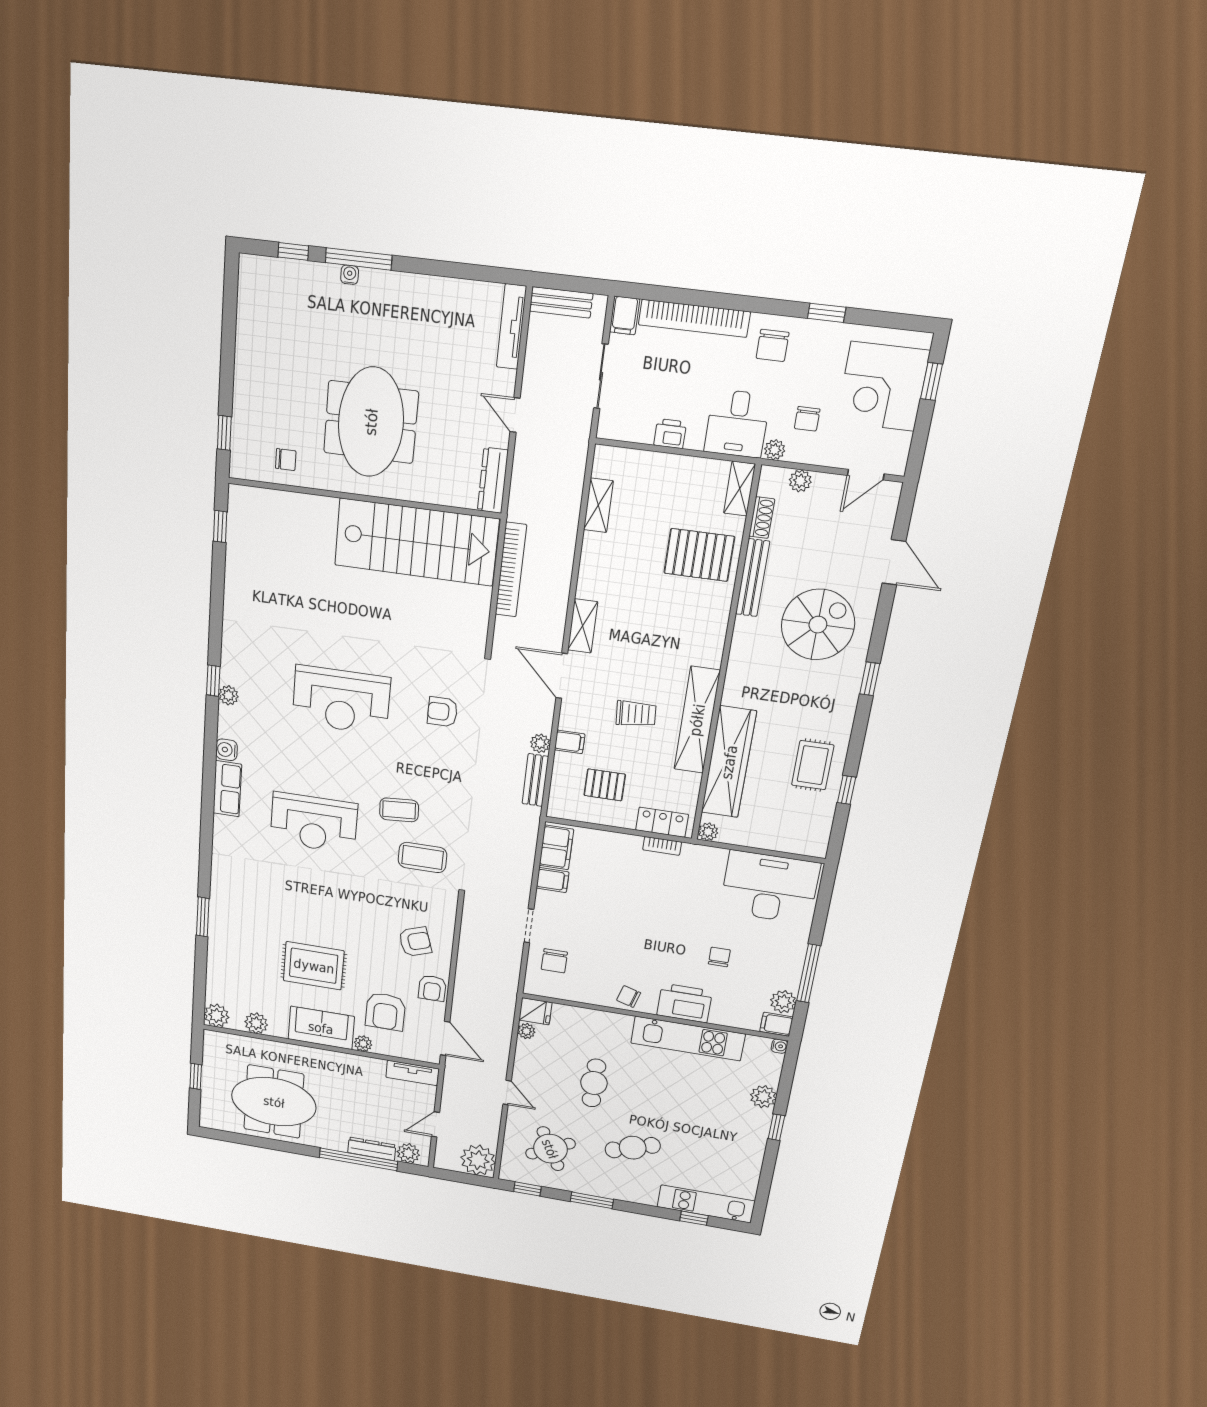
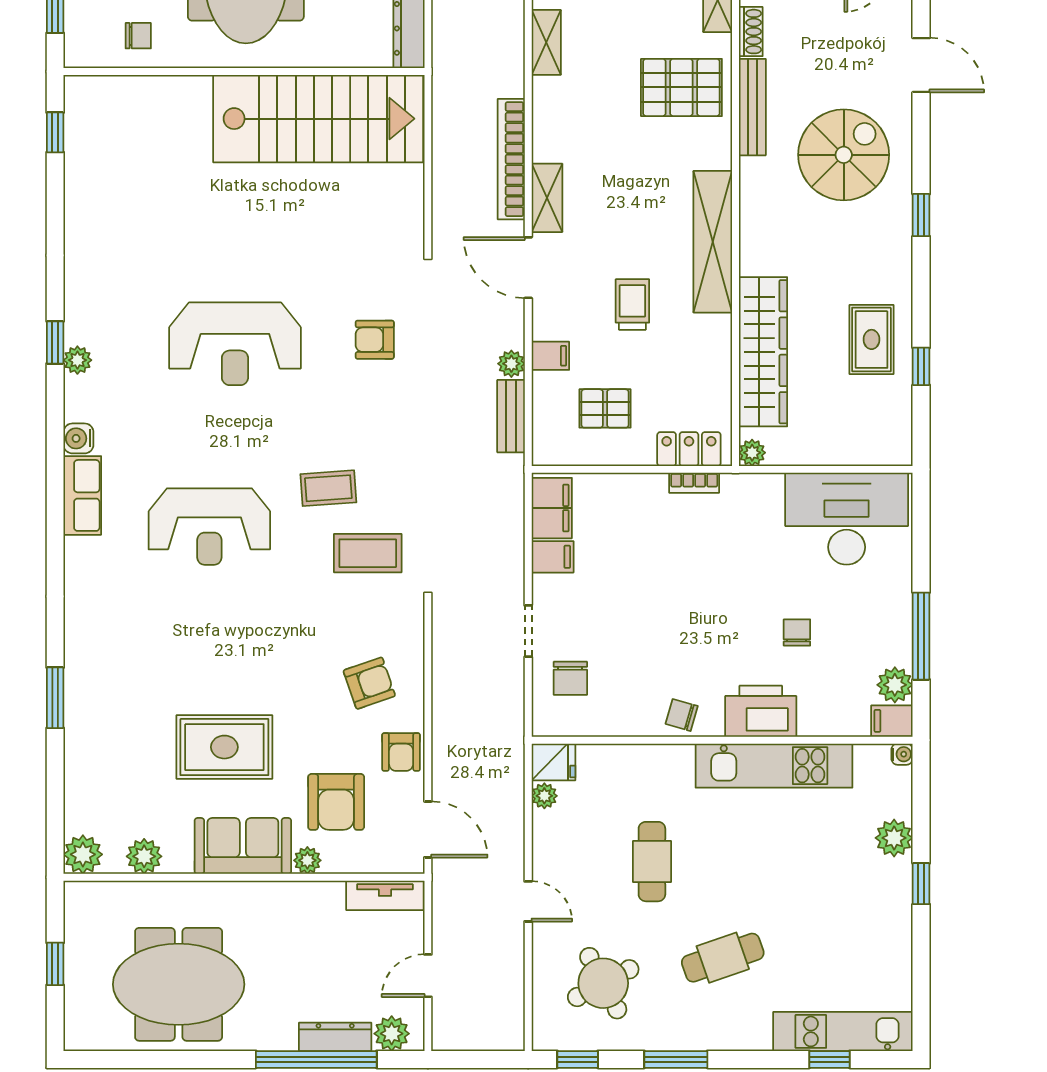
bookcase: (511, 570) -> (511, 159), moved, turned 180
trolley: (636, 714) -> (632, 304), turned -86
shelving: (697, 720) -> (713, 242), moved
plant: (478, 1160) -> (498, 1024), removed

